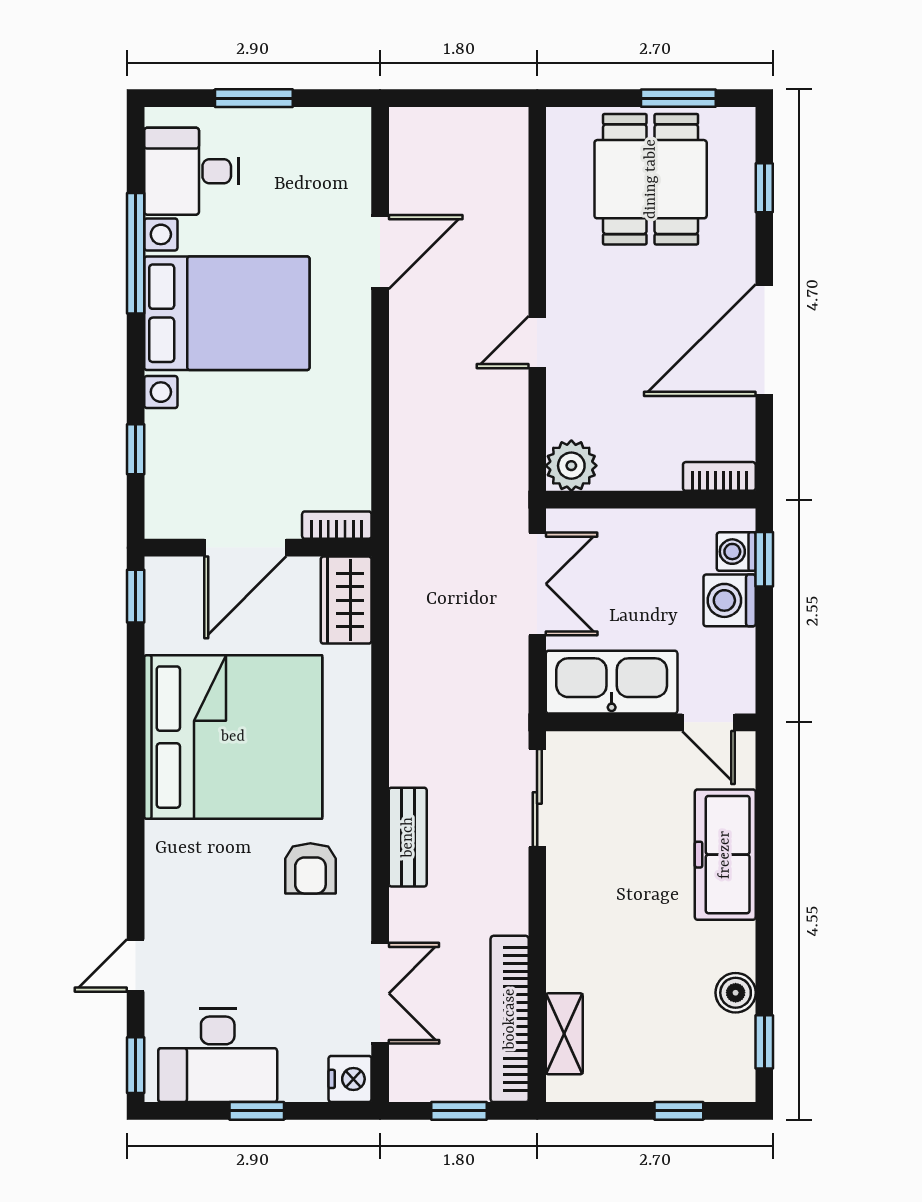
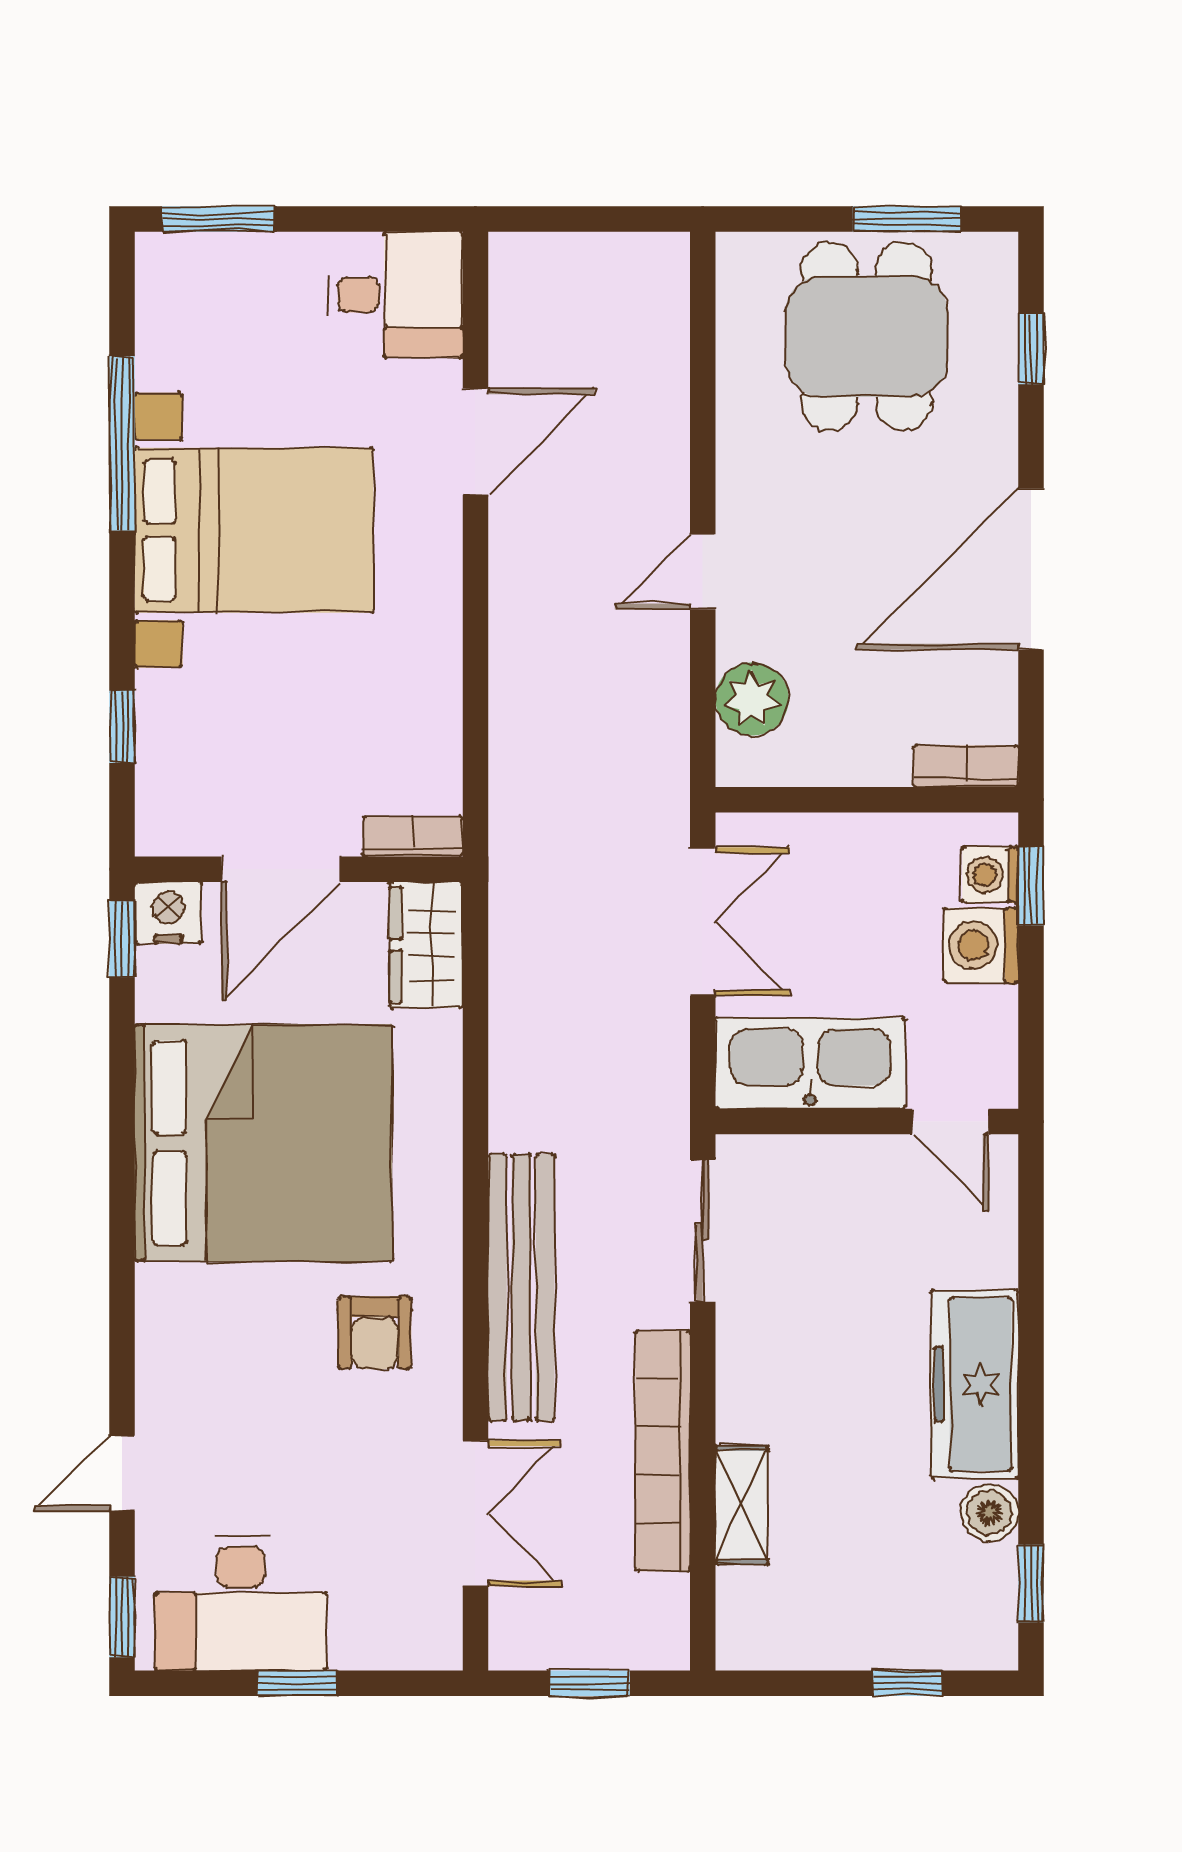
window: (254, 98) -> (218, 219), moved
desk: (191, 171) -> (395, 295), moved, turned 180
plant: (571, 466) -> (752, 699), moved
bench: (408, 837) -> (521, 1287), width x1.86, depth x1.21
freezer: (725, 855) -> (974, 1384), moved
bookcase: (510, 1019) -> (663, 1451), moved
shelving: (564, 1034) -> (742, 1505), moved
nightstand: (350, 1079) -> (168, 913), moved, turned -90

